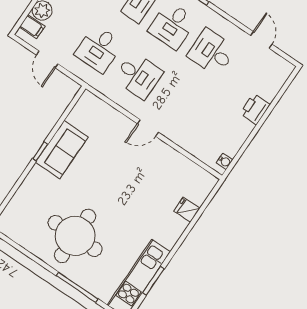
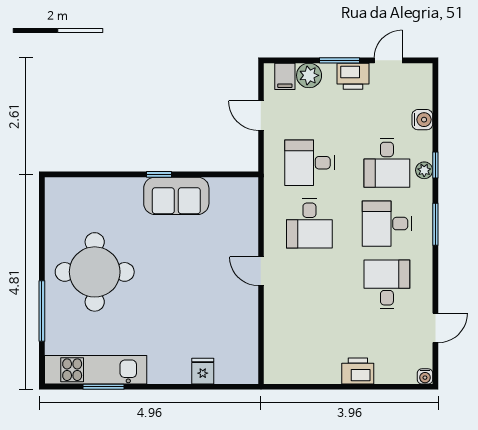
door: (47, 59) -> (261, 116), hinge flipped
water cooler: (225, 161) -> (425, 376), moved

